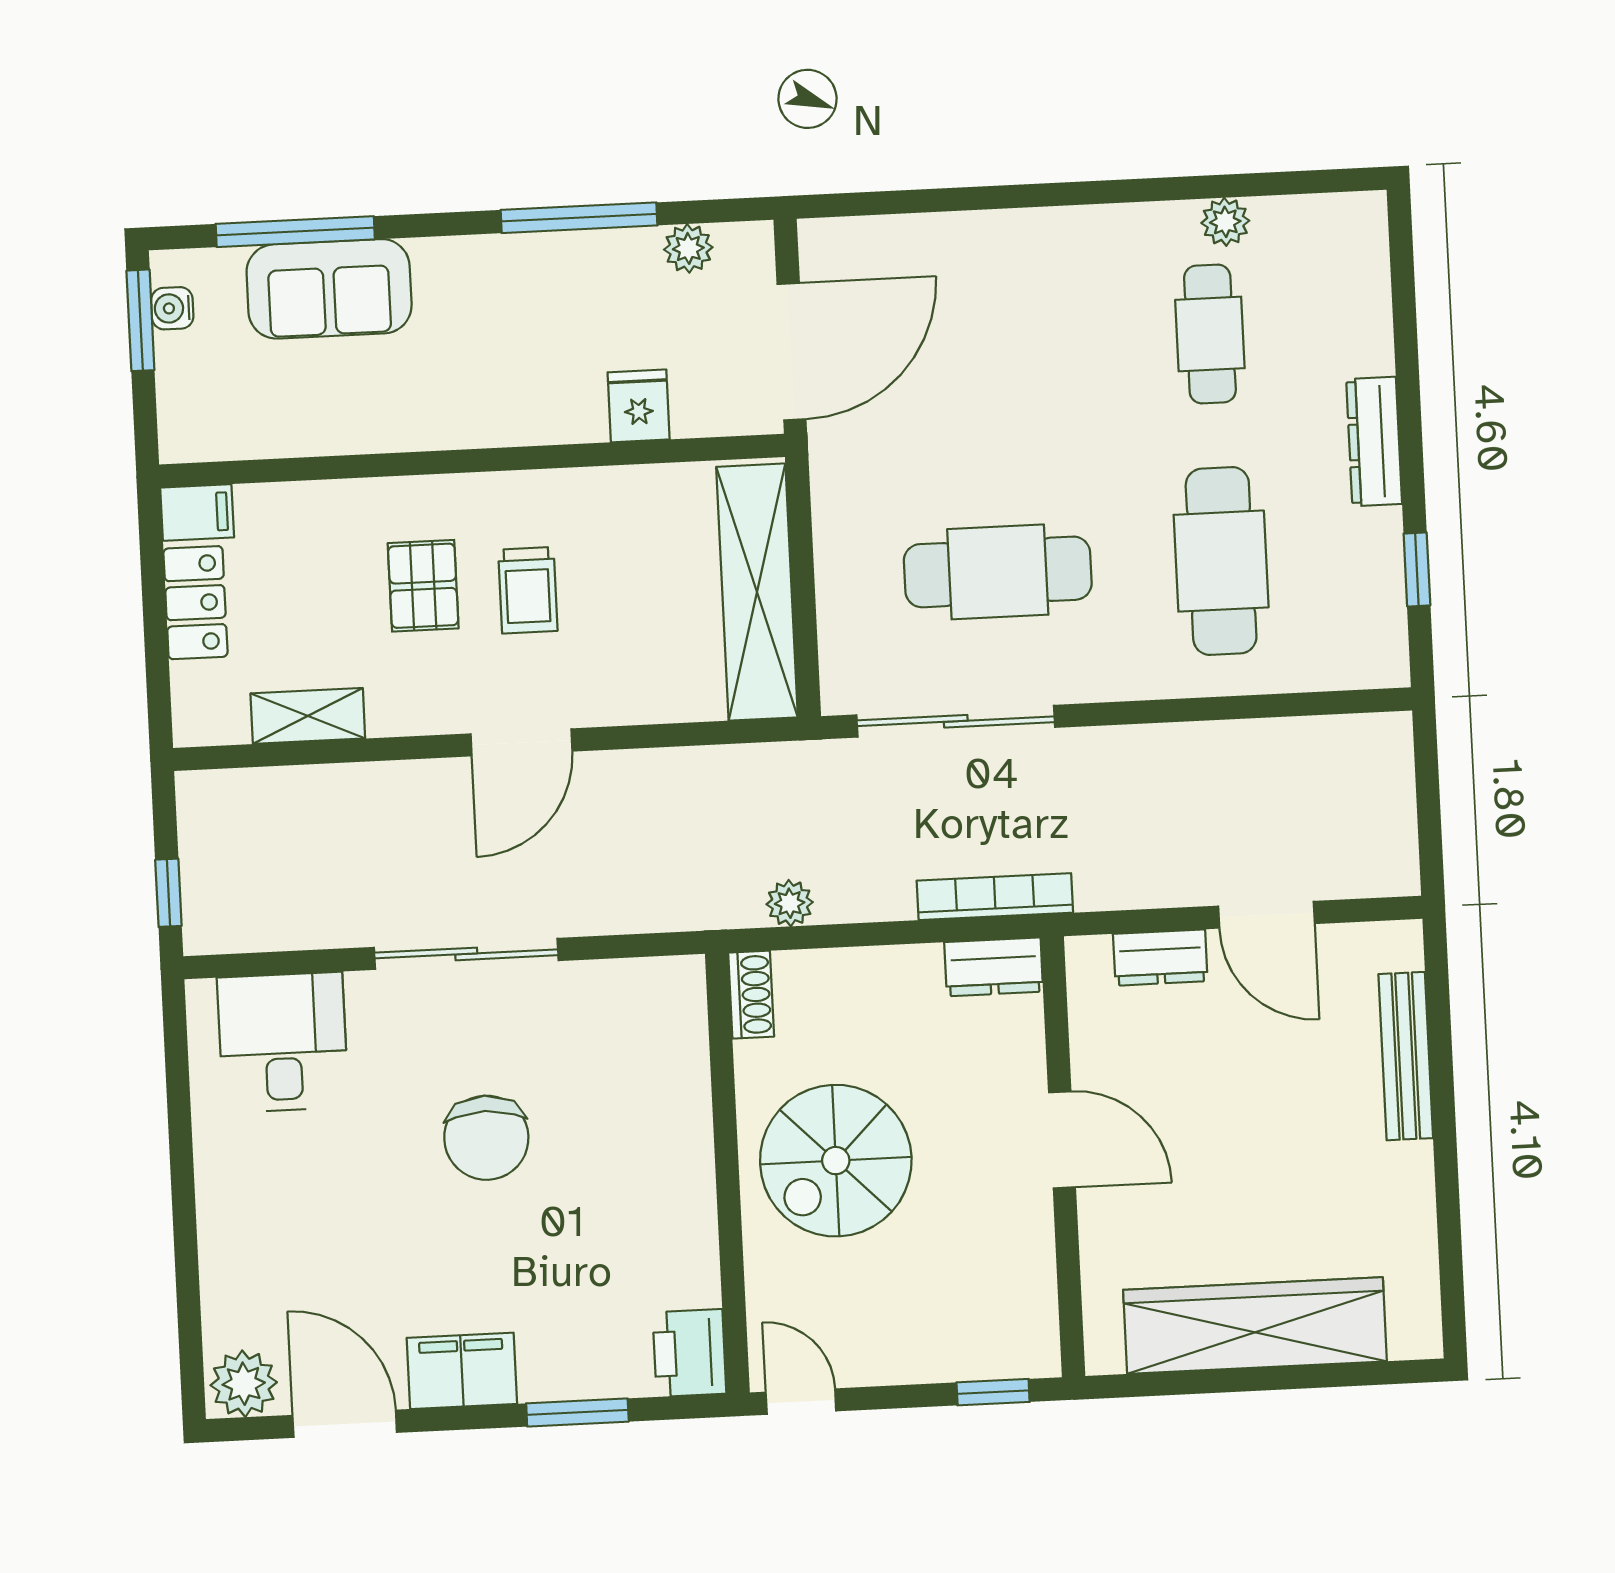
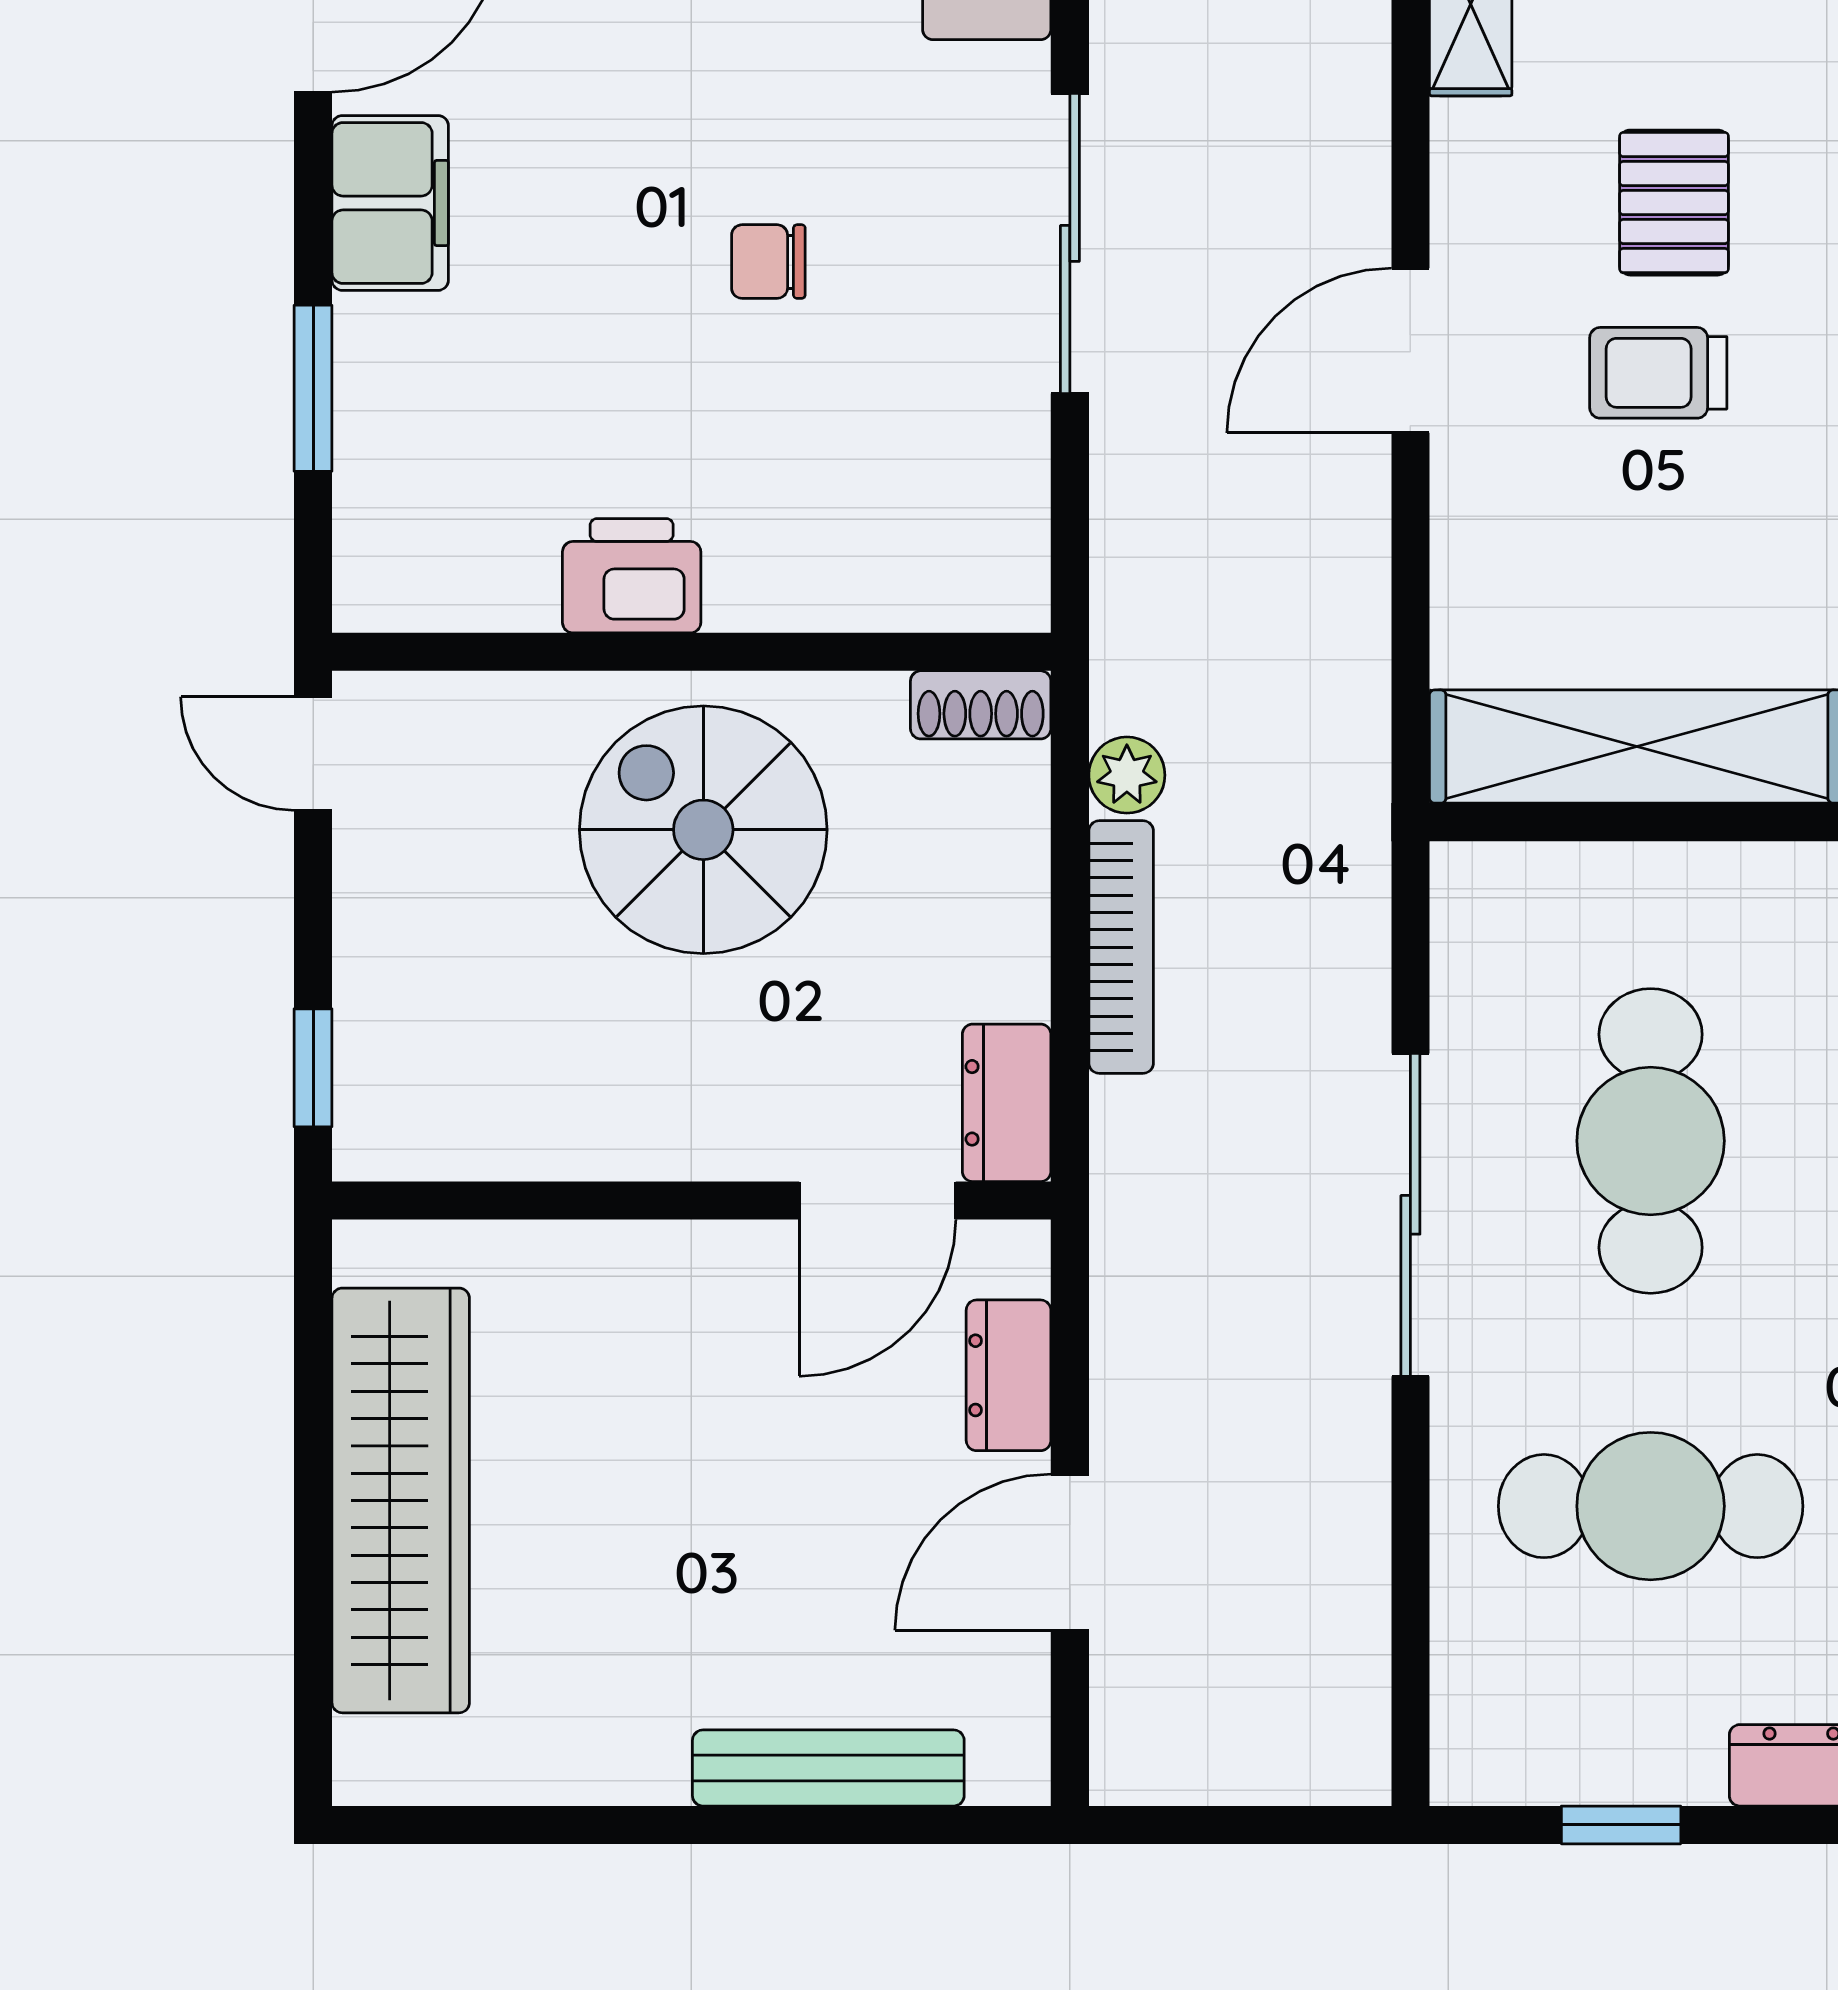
pallet: (423, 586) -> (1674, 203), turned 90
sliding door: (956, 721) -> (1410, 1215), moved
door: (521, 742) -> (1410, 350), hinge flipped
bookcase: (995, 897) -> (1121, 947), moved
chair: (486, 1138) -> (768, 262), width x0.54, depth x0.54
door: (1062, 1140) -> (877, 1201), moved
printer: (689, 1353) -> (632, 576), moved
door: (801, 1402) -> (313, 754), swing flipped

